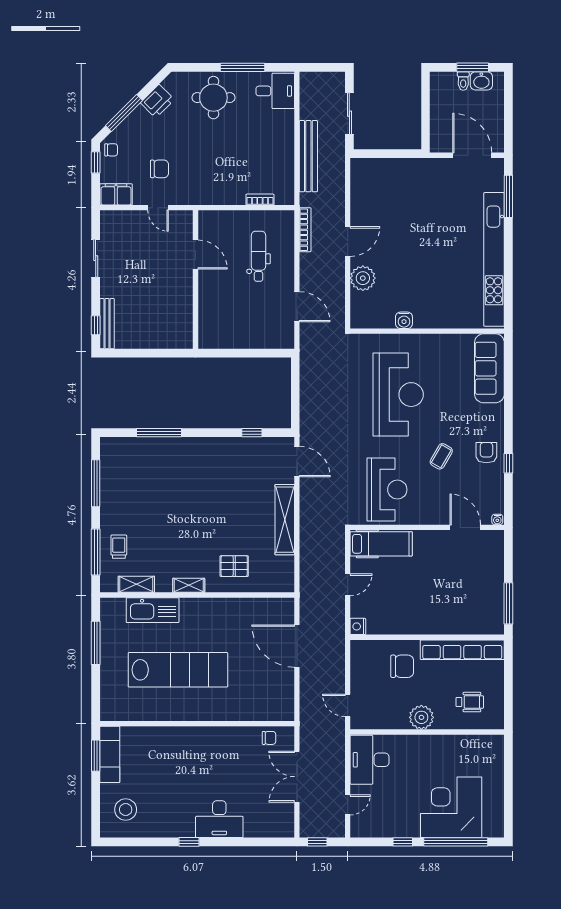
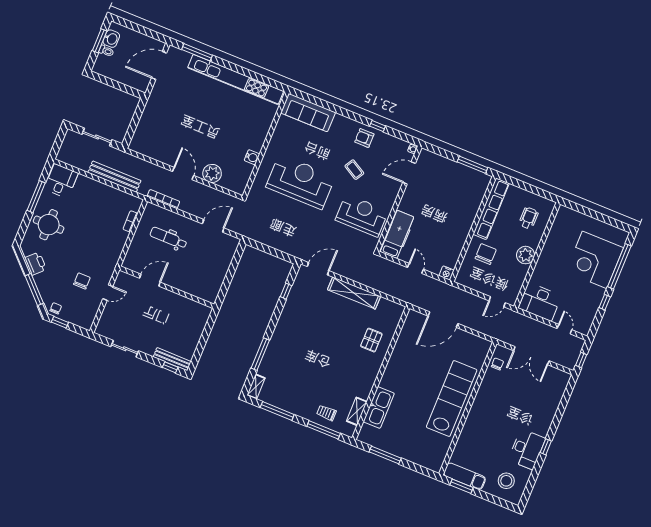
filing cabinet: (116, 194) -> (87, 317), removed
shelving: (189, 585) -> (256, 387), moved
lab bench: (178, 670) -> (452, 398), moved
desk: (219, 819) -> (527, 449), moved

